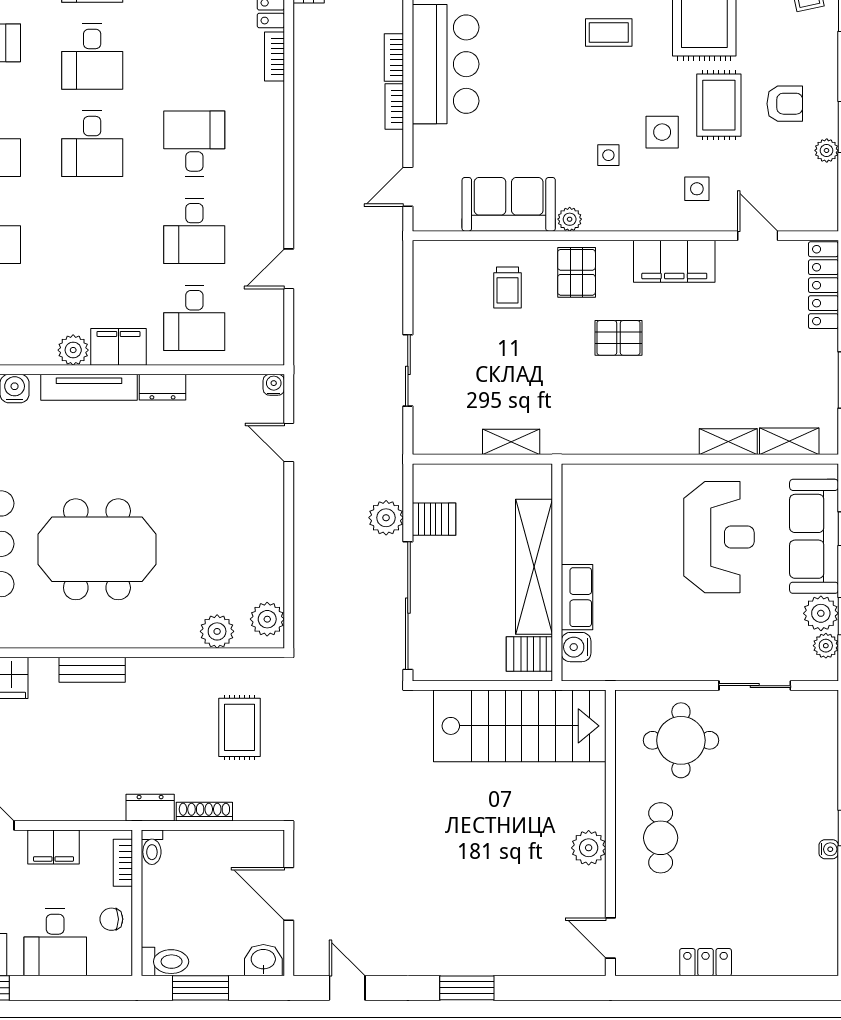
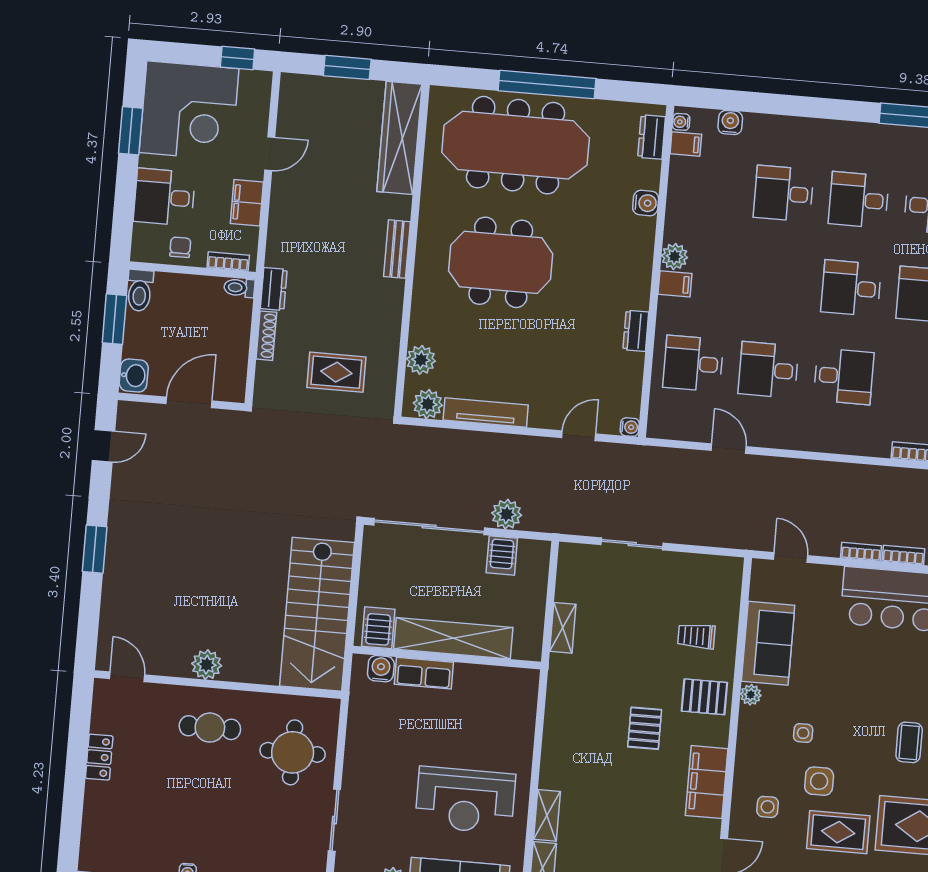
filing cabinet: (118, 347) -> (675, 284), width x0.50
tv unit: (89, 387) -> (486, 413), moved, turned 90
meeting table: (97, 549) -> (501, 262), turned 90
door: (610, 938) -> (127, 677), hinge flipped

